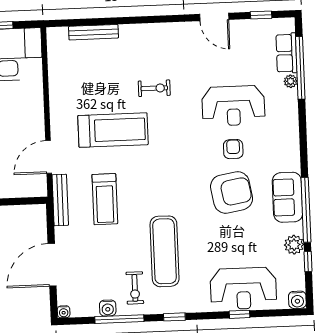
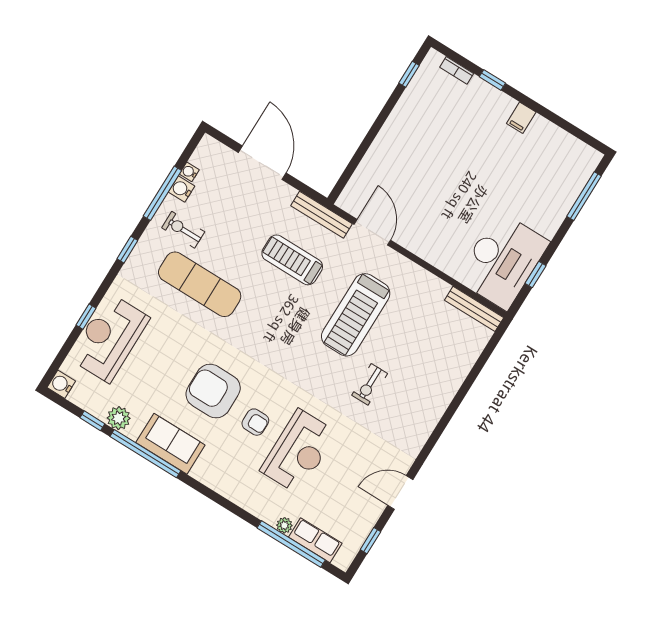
bench: (93, 32) -> (474, 309), moved, turned 90
reception desk: (233, 106) -> (298, 452), turned 180
armchair: (232, 192) -> (213, 391), turned 100
water cooler: (64, 312) -> (189, 172), moved

